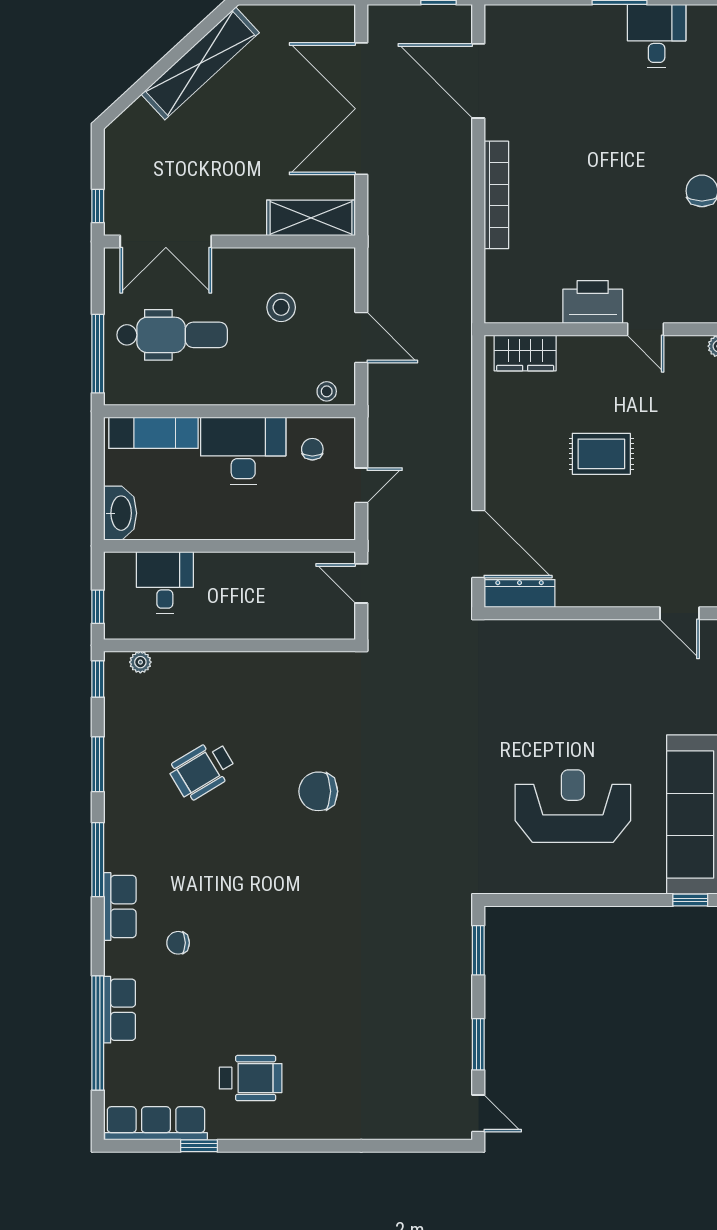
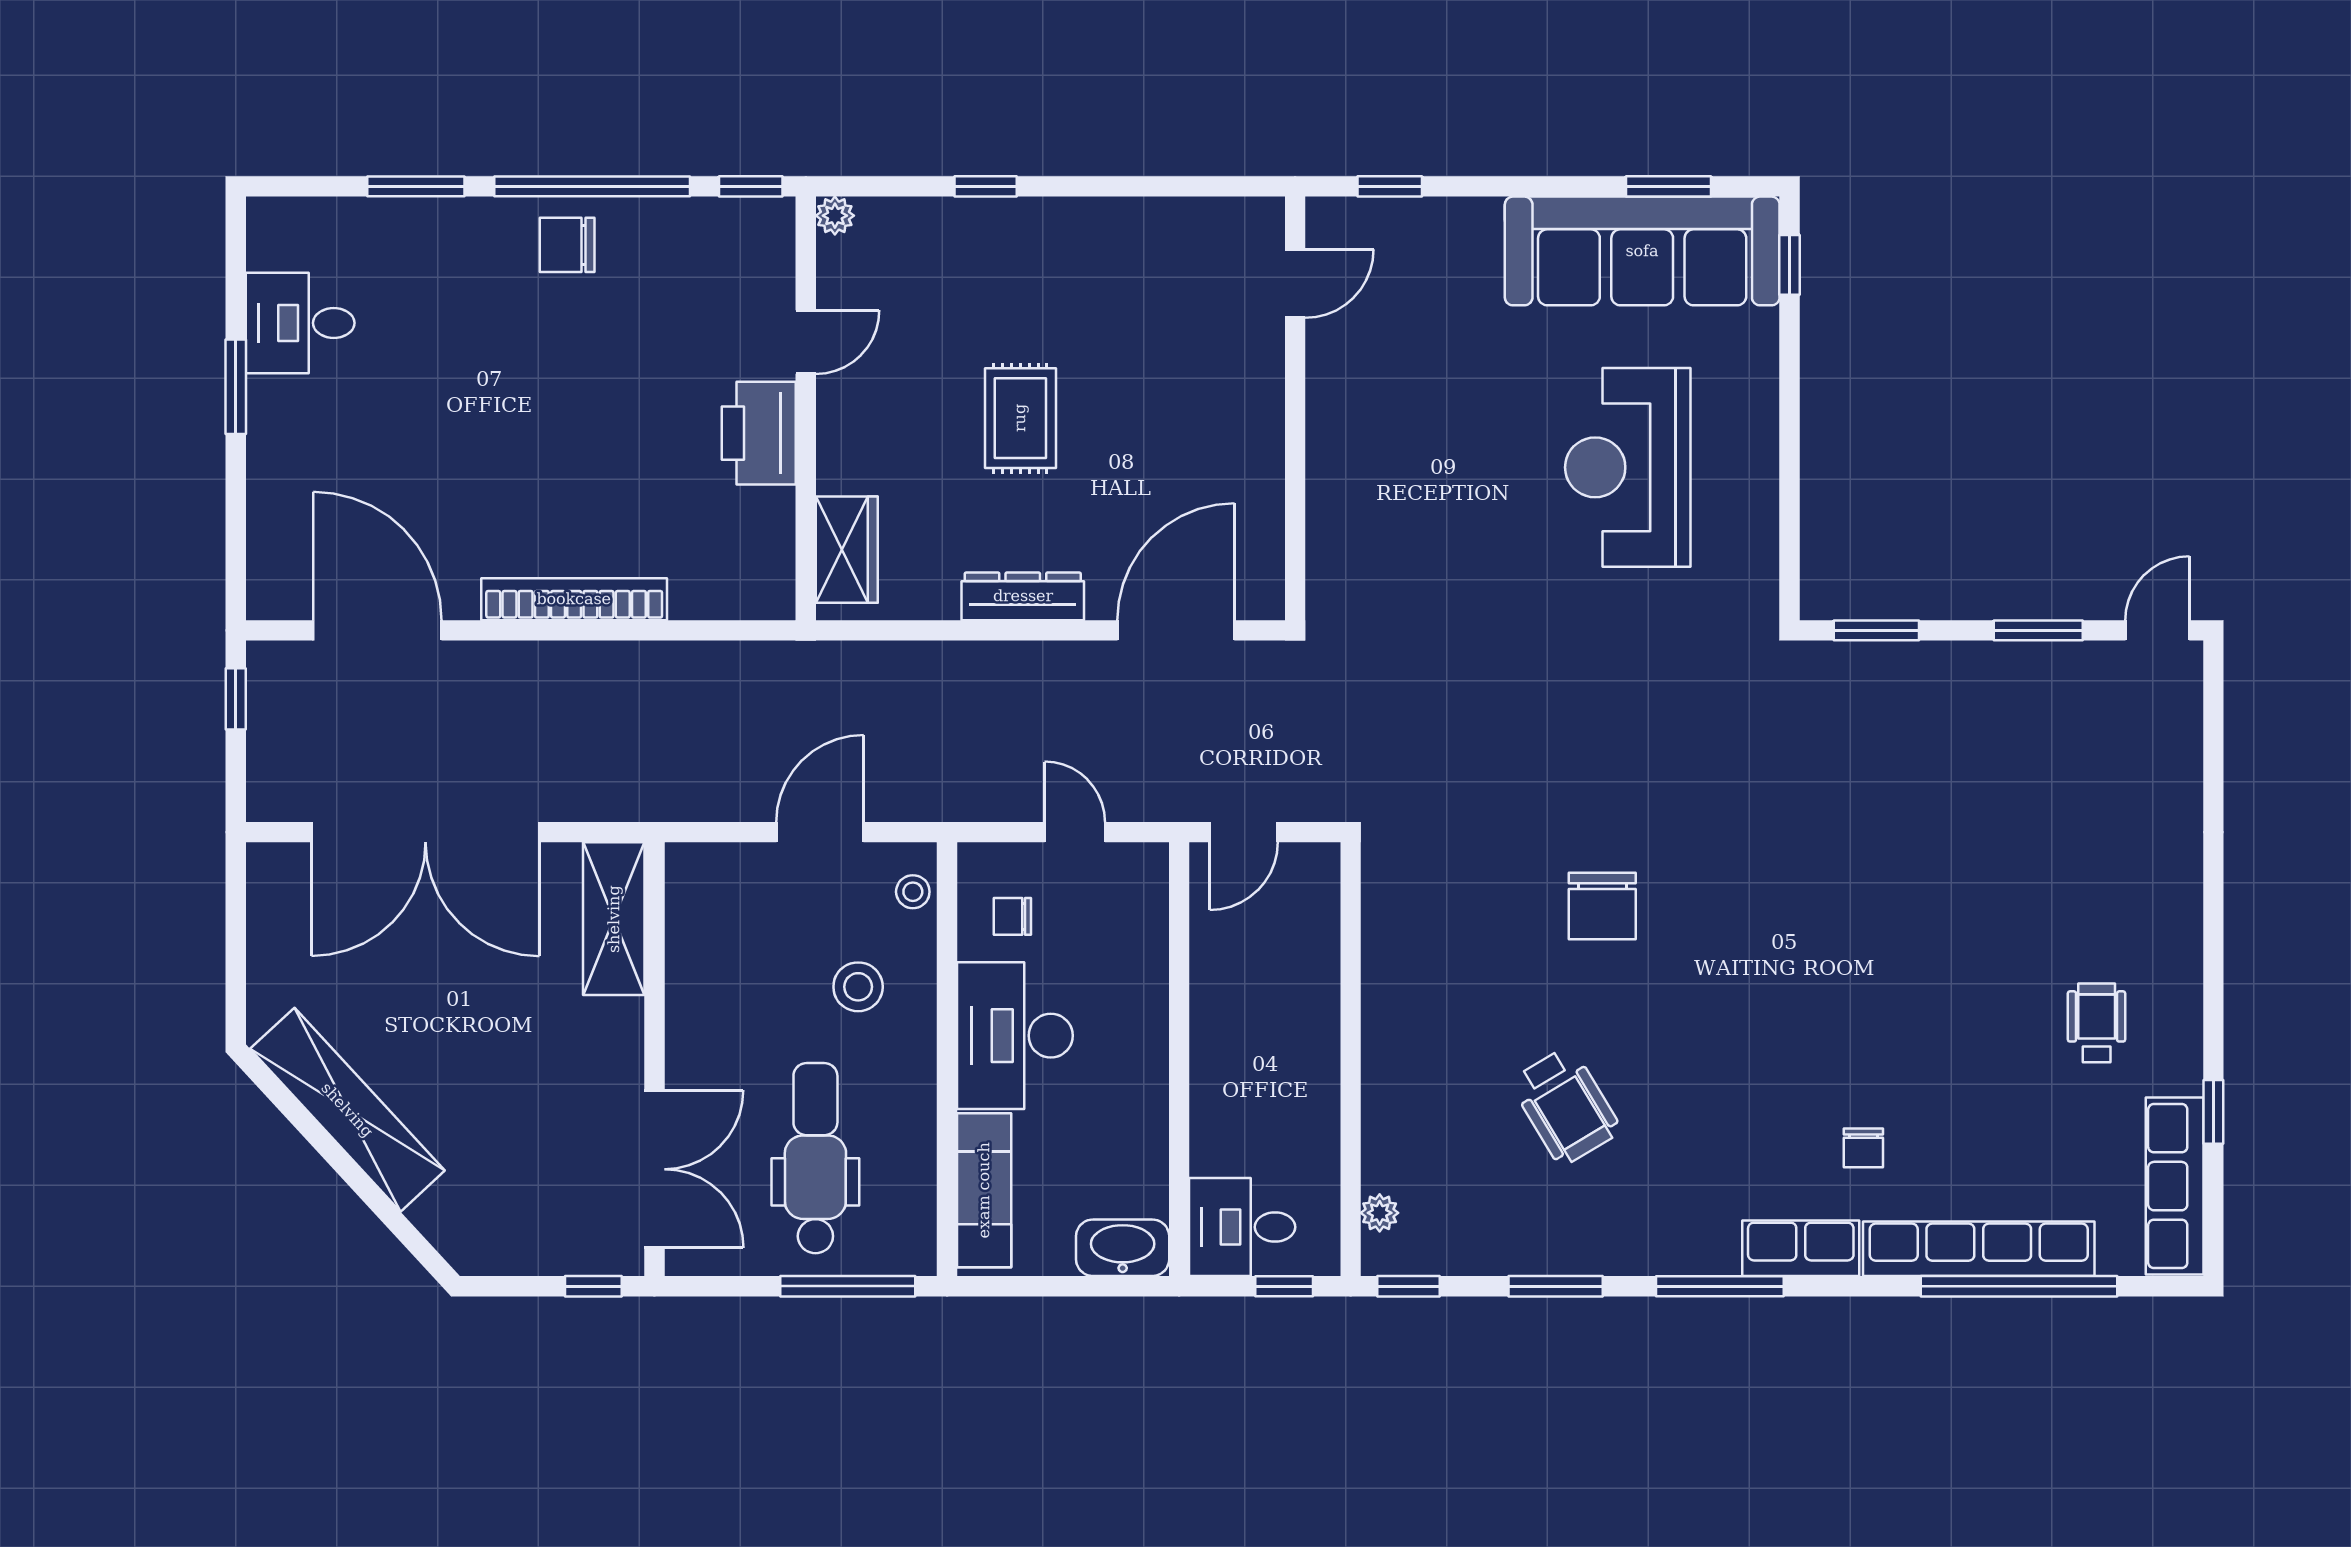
door: (478, 81) -> (377, 630), swing flipped
stool: (281, 307) -> (858, 987), moved
desk: (165, 582) -> (1242, 1227), moved
dresser: (520, 593) -> (1023, 596), moved, turned 90
row of seats: (120, 1010) -> (1979, 1249), width x2.02
wheelchair: (251, 1078) -> (2097, 1023), width x0.73, depth x0.73

